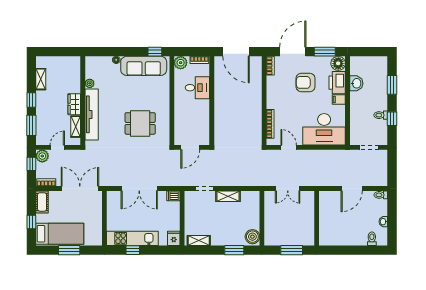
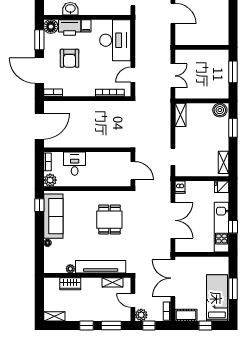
shelving: (41, 79) -> (54, 316), moved
wardrobe: (74, 104) -> (70, 284), moved
shelving: (228, 196) -> (180, 115), moved

